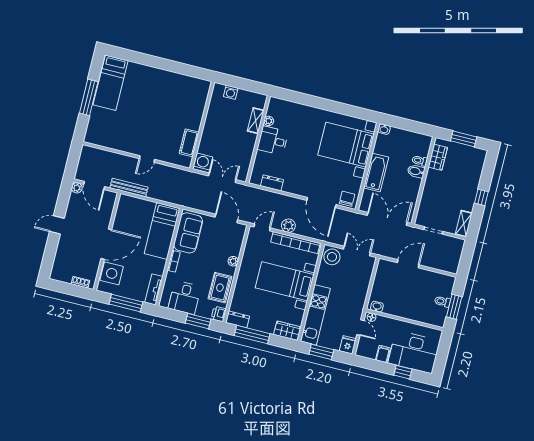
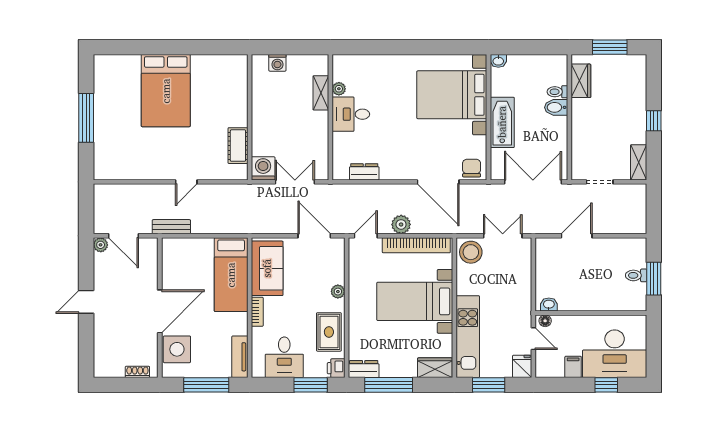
bed: (111, 83) -> (166, 91), moved, width x1.50
bench: (129, 188) -> (171, 227), width x0.73

